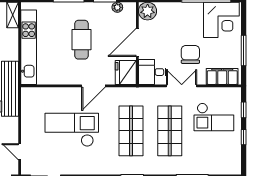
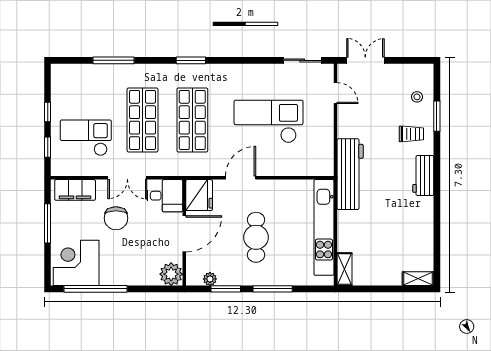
checkout: (72, 130) -> (269, 121), turned 180

